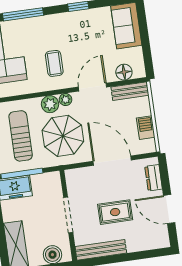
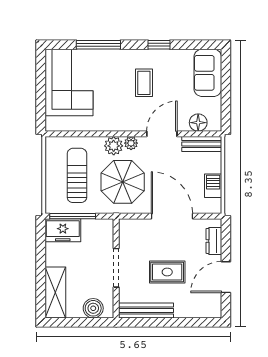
coffee table: (54, 63) -> (144, 83), moved
door: (169, 209) -> (226, 277), hinge flipped

